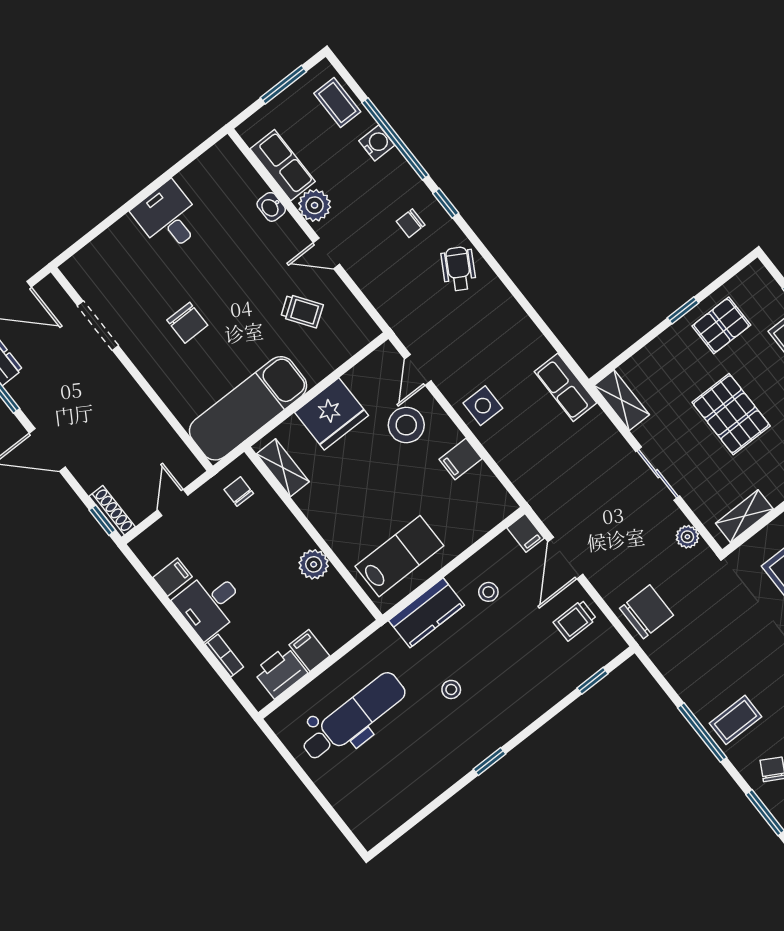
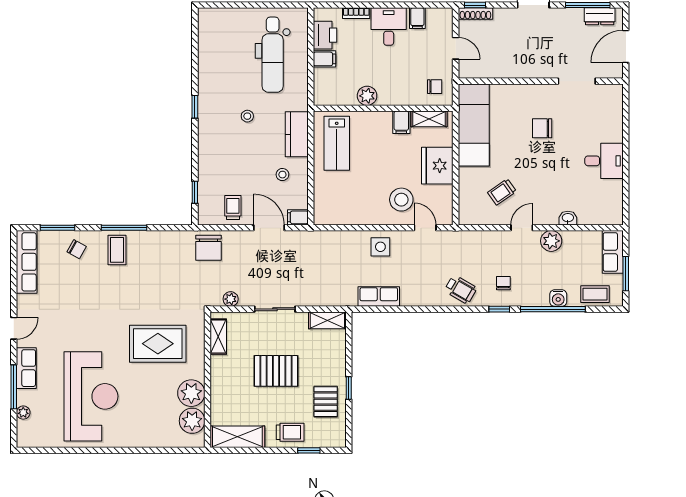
row of seats: (283, 165) -> (613, 252), moved, turned 90
row of seats: (565, 387) -> (379, 297), moved
filing cabinet: (460, 459) -> (401, 122), moved, turned 180

